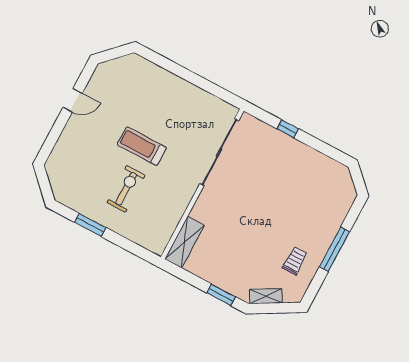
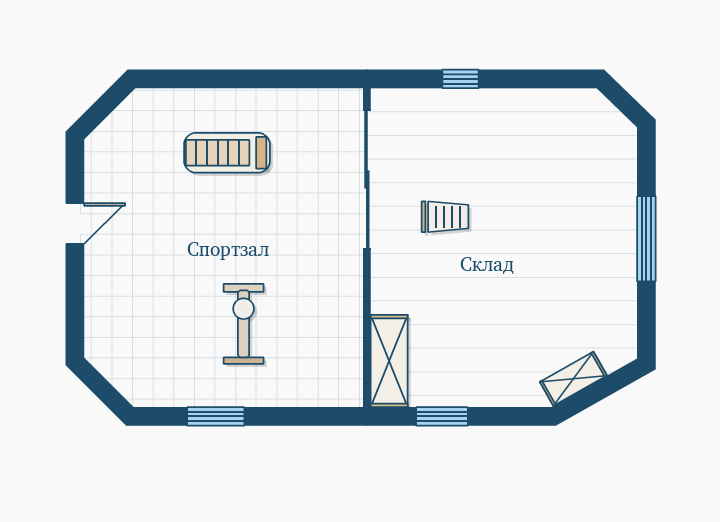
treadmill: (142, 146) -> (227, 153), moved
trolley: (295, 261) -> (445, 217), moved, turned 90
window: (221, 295) -> (442, 416), moved

